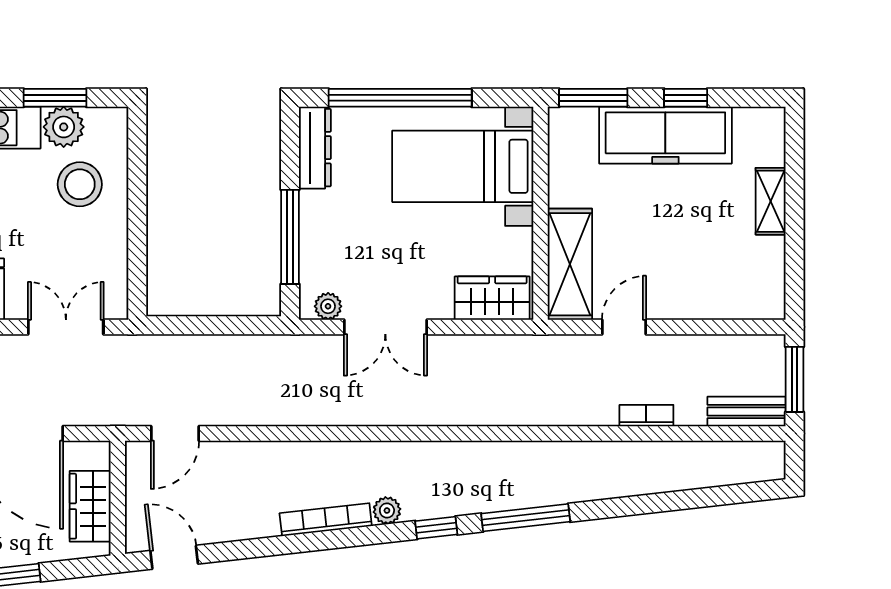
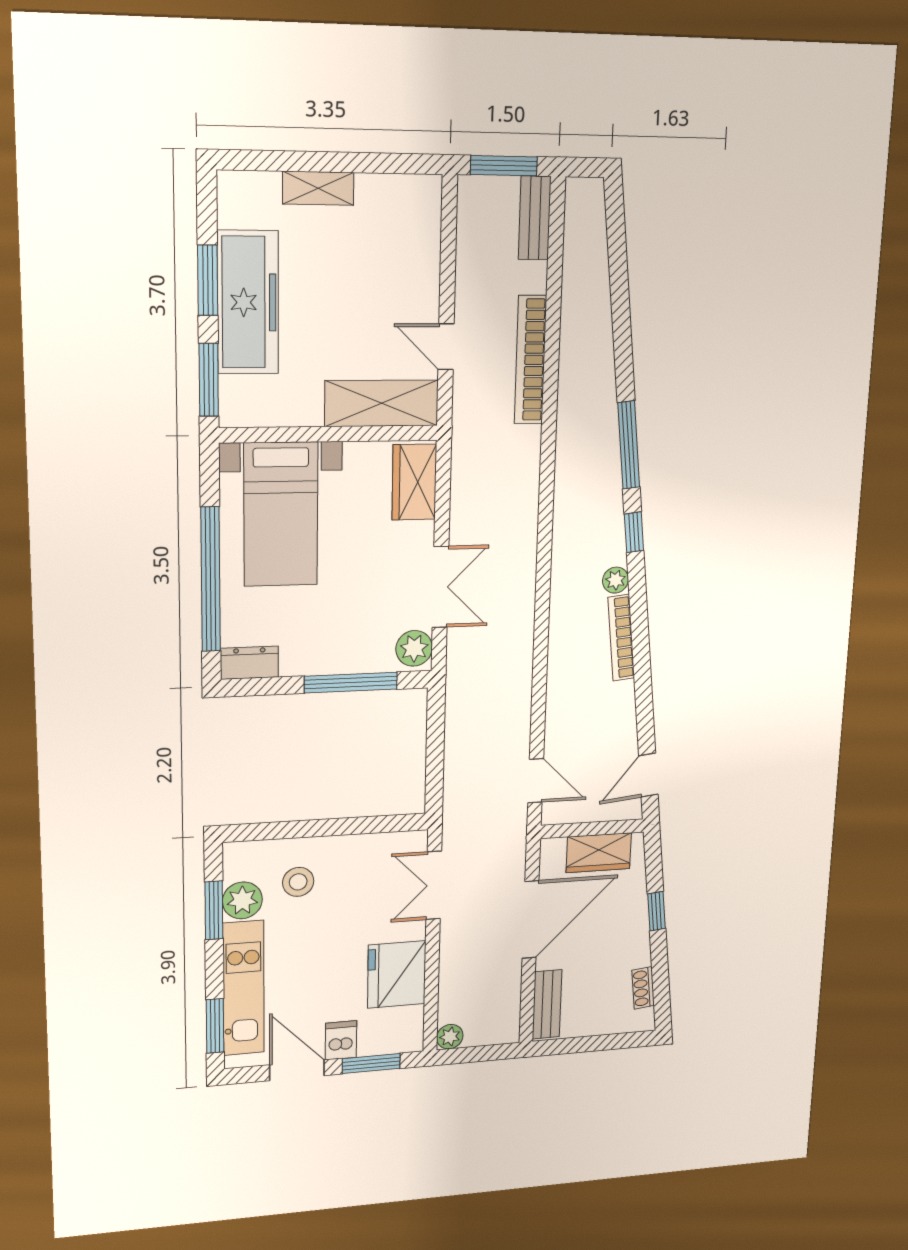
window: (686, 98) -> (208, 280), width x1.50
dresser: (315, 148) -> (249, 663), width x0.70
stool: (80, 184) -> (298, 882), width x0.73, depth x0.73
plant: (328, 306) -> (414, 648), width x1.38, depth x1.38
bookcase: (646, 416) -> (531, 360), width x2.31, depth x1.31

